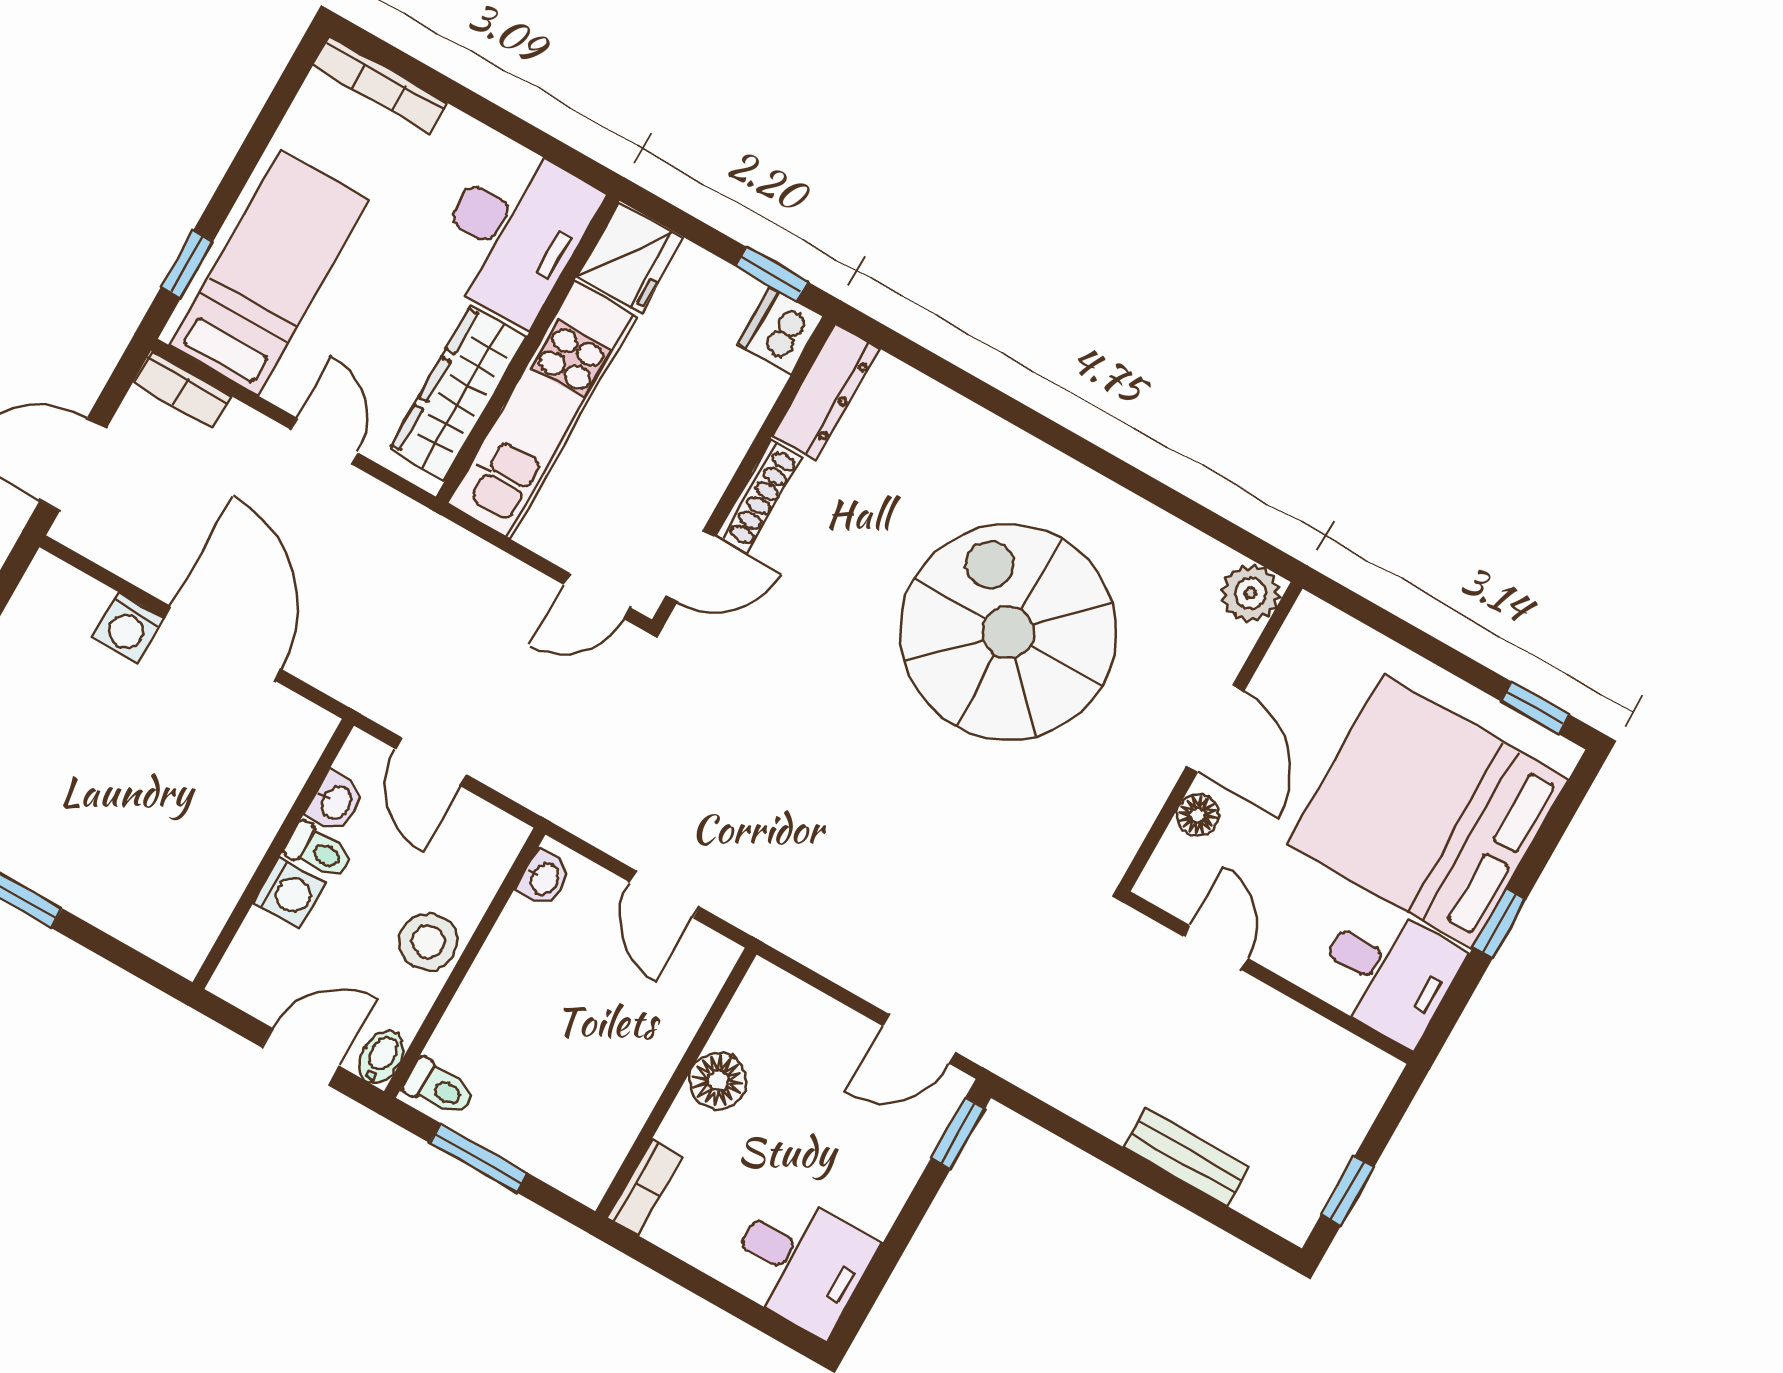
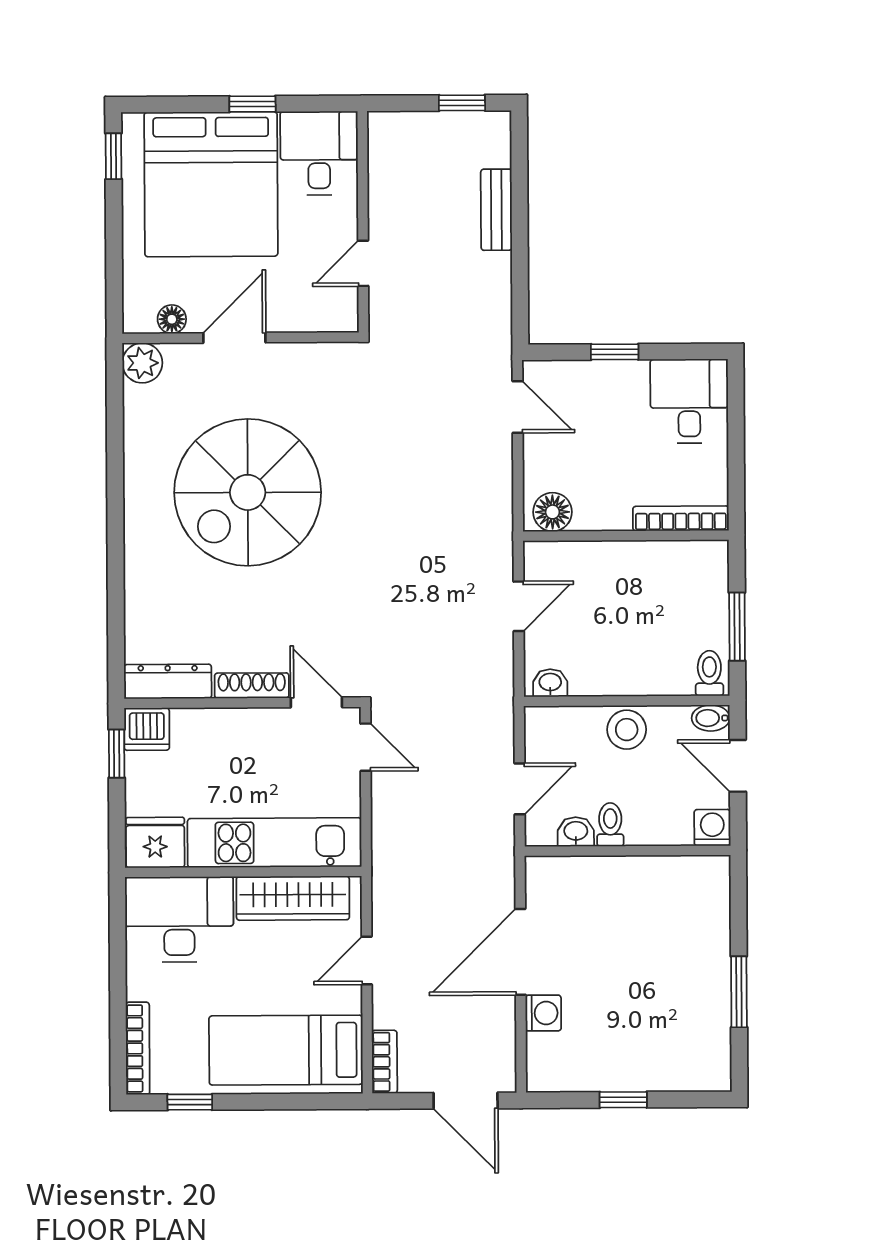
window: (187, 264) -> (190, 1102), moved
floor lamp: (1198, 815) -> (172, 319), moved
washing machine: (290, 893) -> (712, 828), moved
floor lamp: (718, 1081) -> (552, 512), moved
window: (958, 1133) -> (615, 352), moved
bookcase: (645, 1188) -> (681, 518), width x1.56

